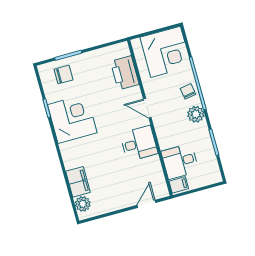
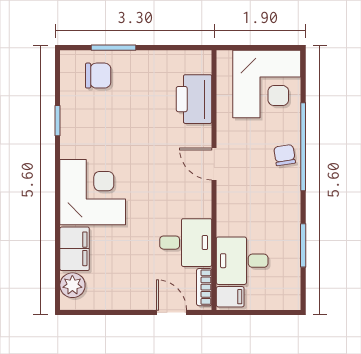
plant: (196, 114) -> (287, 194), removed
corner desk: (72, 119) -> (93, 192), moved
desk: (139, 143) -> (186, 243), moved
bookcase: (162, 183) -> (204, 287), added
door: (146, 204) -> (172, 312), hinge flipped

